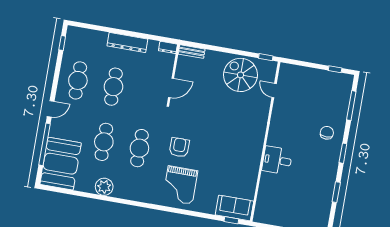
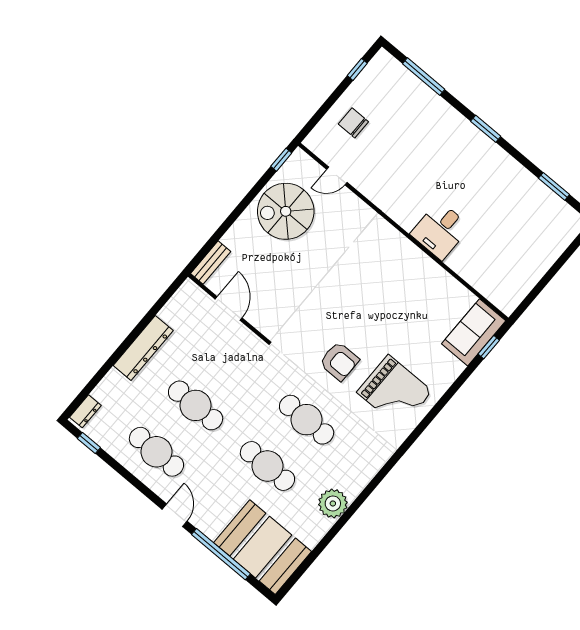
dresser: (168, 47) -> (85, 411), moved
door: (171, 88) -> (229, 309), moved
chair: (327, 133) -> (353, 123), moved
armchair: (179, 147) -> (339, 361), turned 180
window: (336, 192) -> (554, 186), moved

